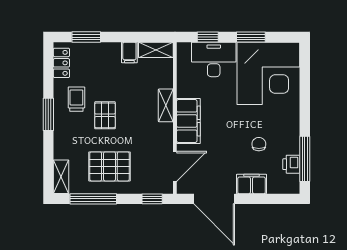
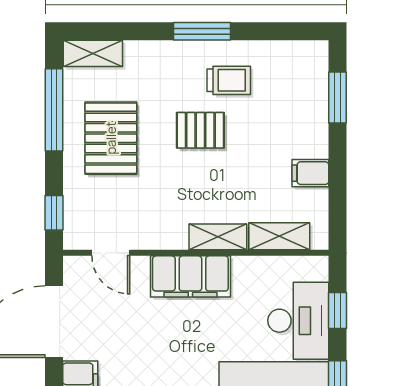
shelving: (156, 50) -> (279, 236), moved, turned 90
locker: (61, 63) -> (292, 54), removed
door: (175, 166) -> (111, 253), width x0.73

